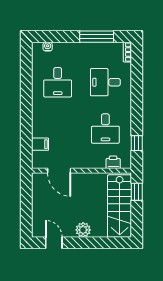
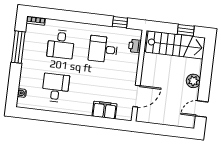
desk: (58, 82) -> (56, 88), turned -90
desk: (105, 128) -> (103, 49), turned 180
filing cabinet: (40, 144) -> (104, 110), width x2.00
window: (137, 192) -> (186, 30), moved

